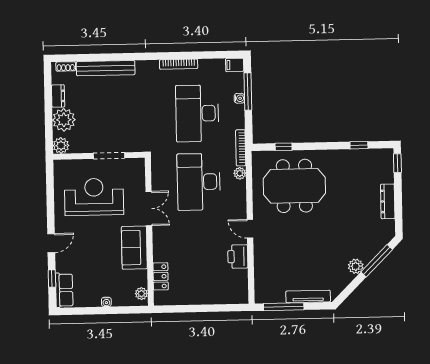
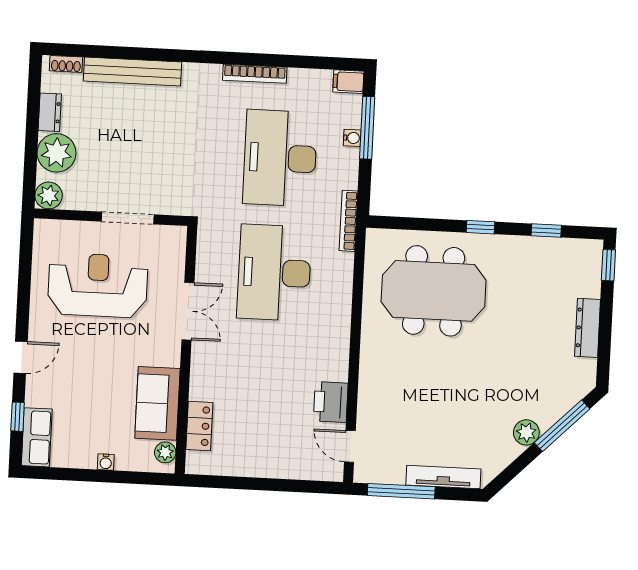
window: (284, 147) -> (480, 227), moved
plant: (240, 173) -> (344, 263), removed
door: (250, 229) -> (350, 446), moved
sofa: (134, 248) -> (157, 403), moved

